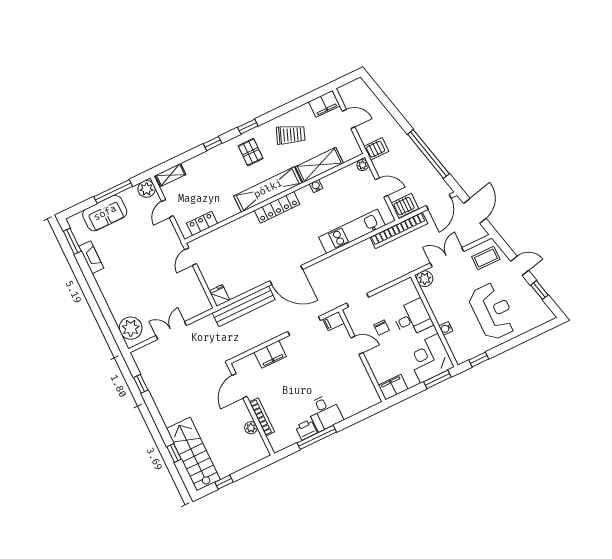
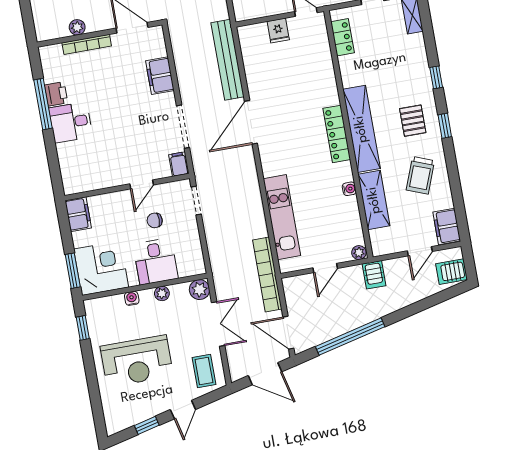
pallet: (251, 152) -> (413, 121), turned 90
server rack: (405, 206) -> (452, 272), moved, turned 90
fridge: (219, 296) -> (278, 31), moved, turned 90
plant: (436, 307) -> (162, 293), added

